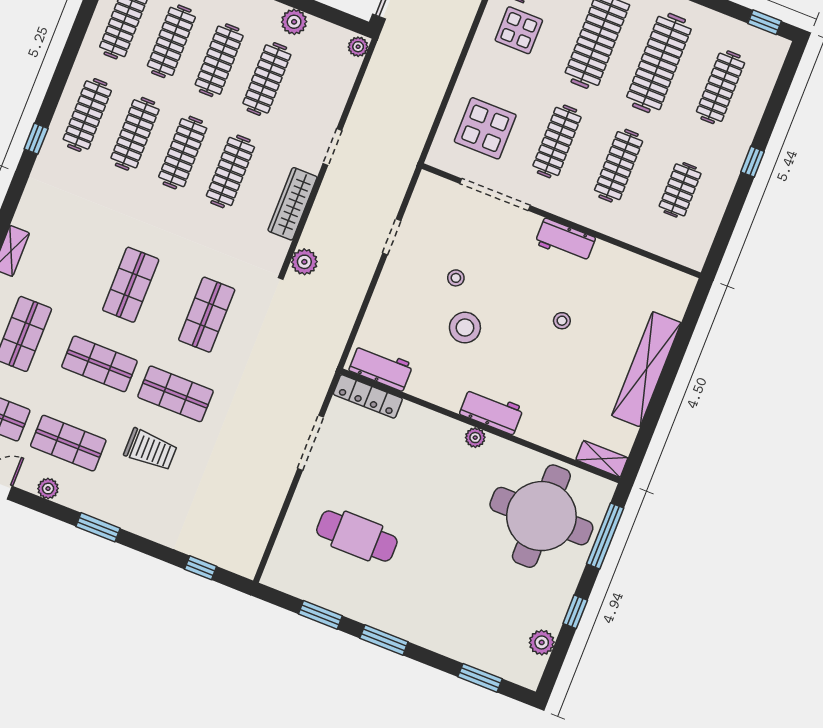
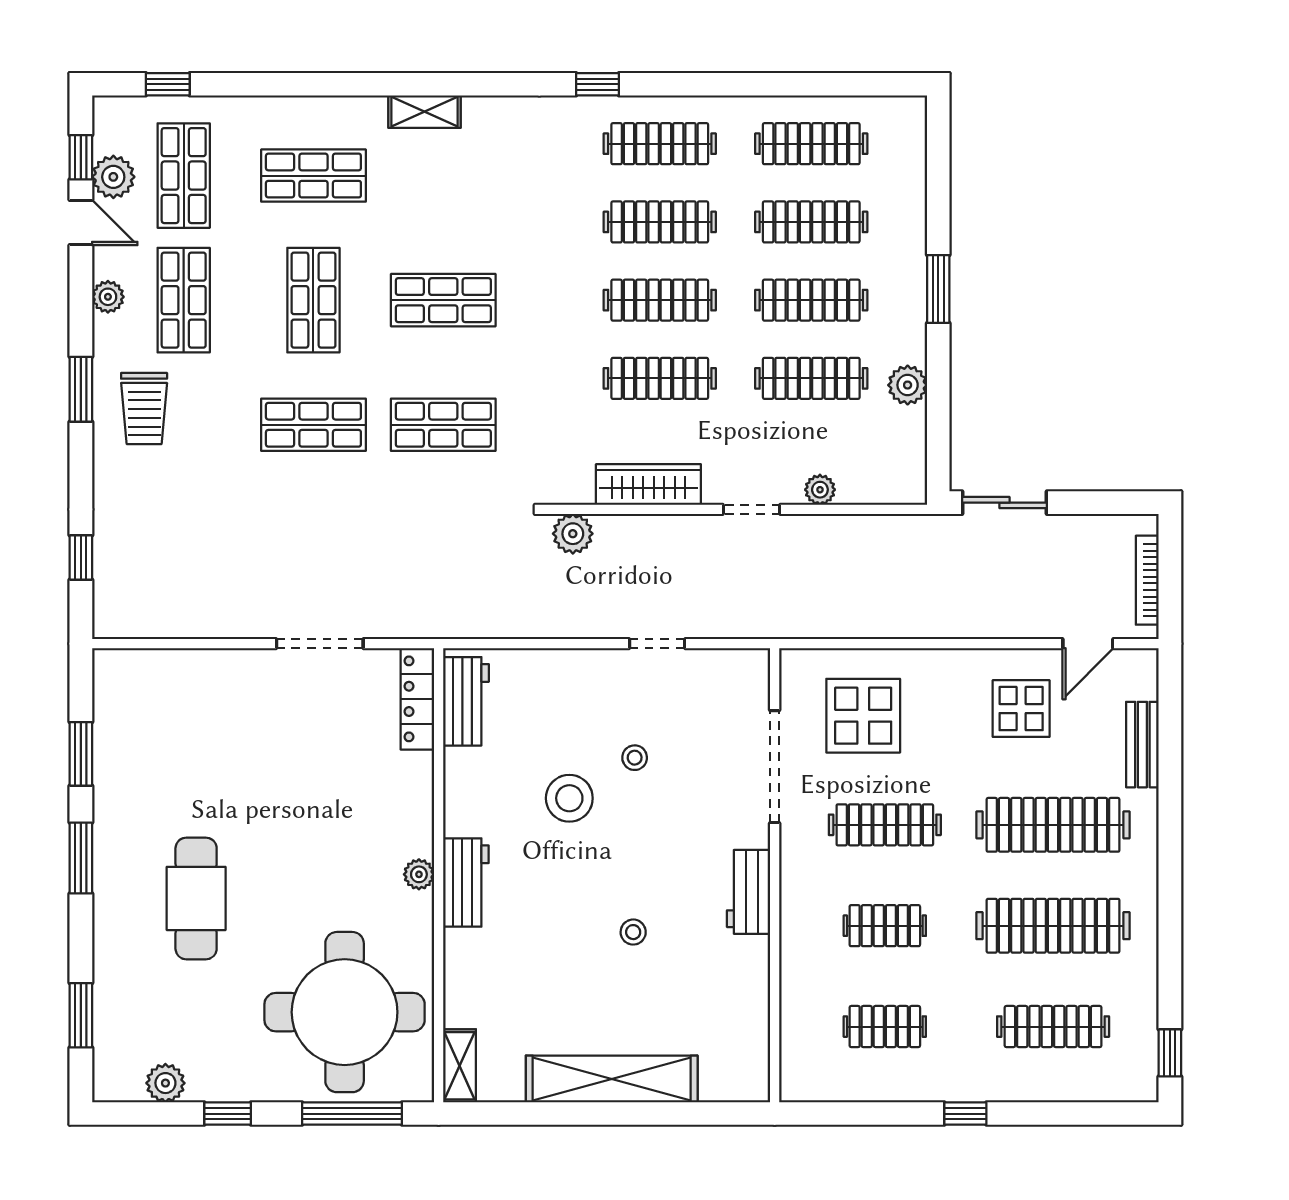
plant: (358, 47) -> (820, 490), moved
clothes rail: (619, 166) -> (885, 926), width x0.73
shop shelf: (176, 394) -> (313, 425), turned 90
trolley: (150, 450) -> (144, 409), moved
cafe table: (357, 536) -> (196, 898), moved

